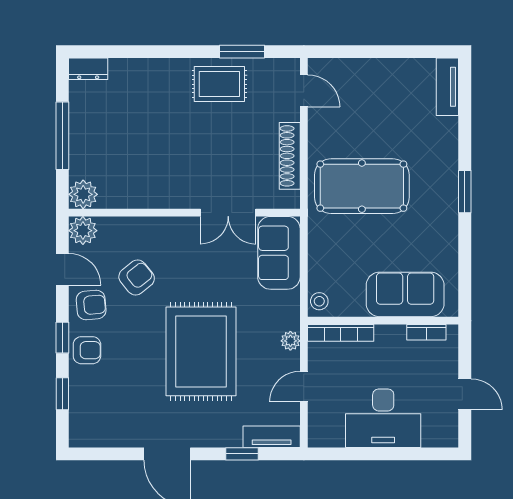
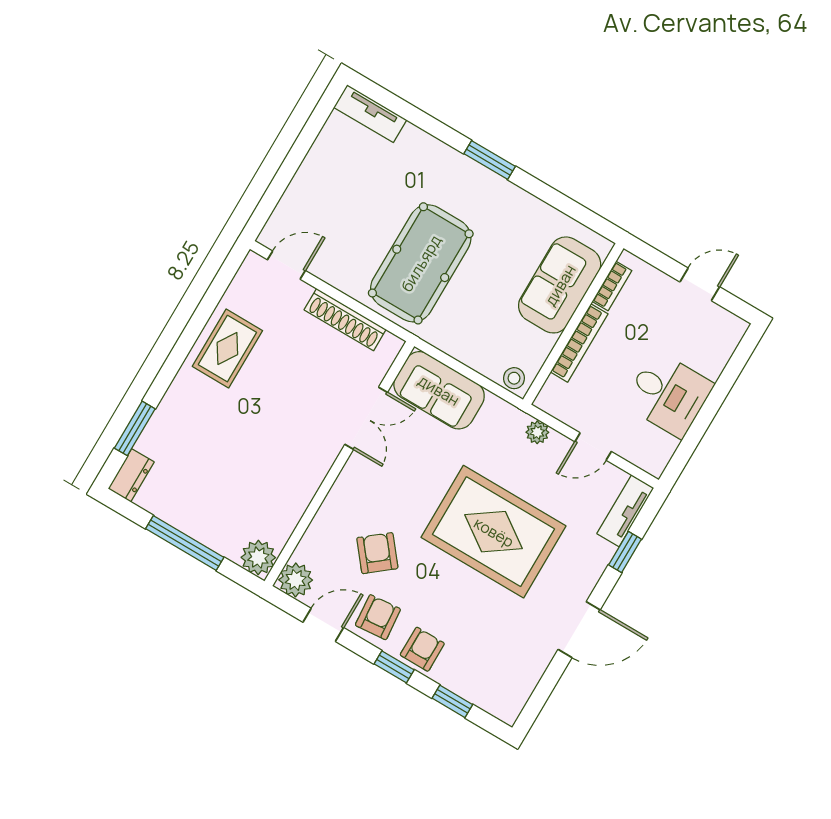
window: (242, 52) -> (135, 428), moved
bookcase: (341, 333) -> (579, 343), moved
door: (304, 387) -> (593, 447), hinge flipped
desk: (383, 418) -> (668, 394), width x0.73

